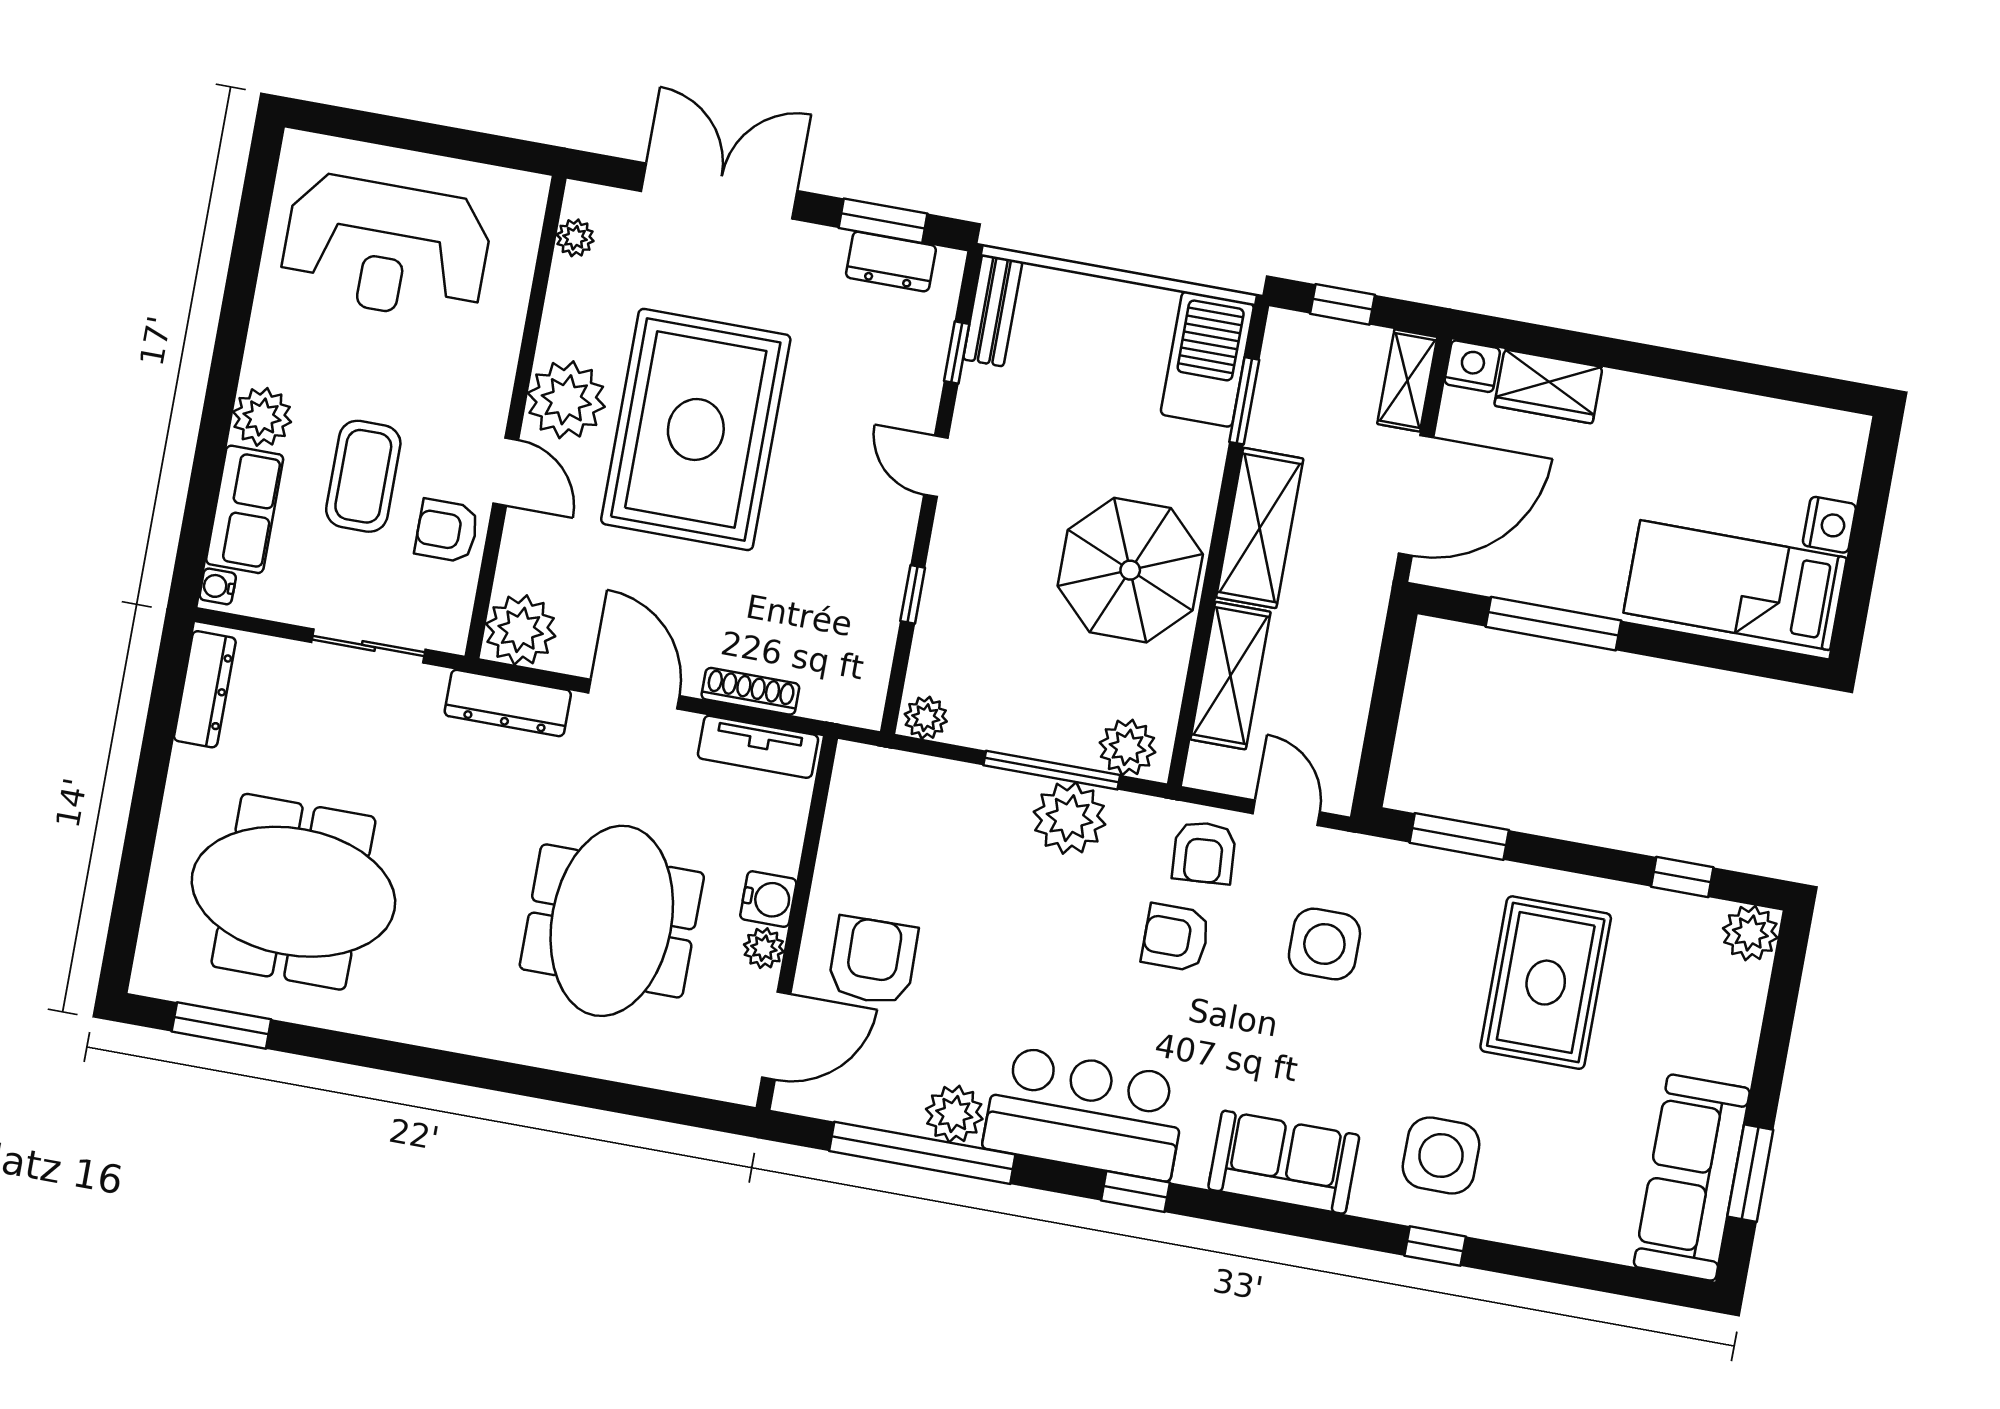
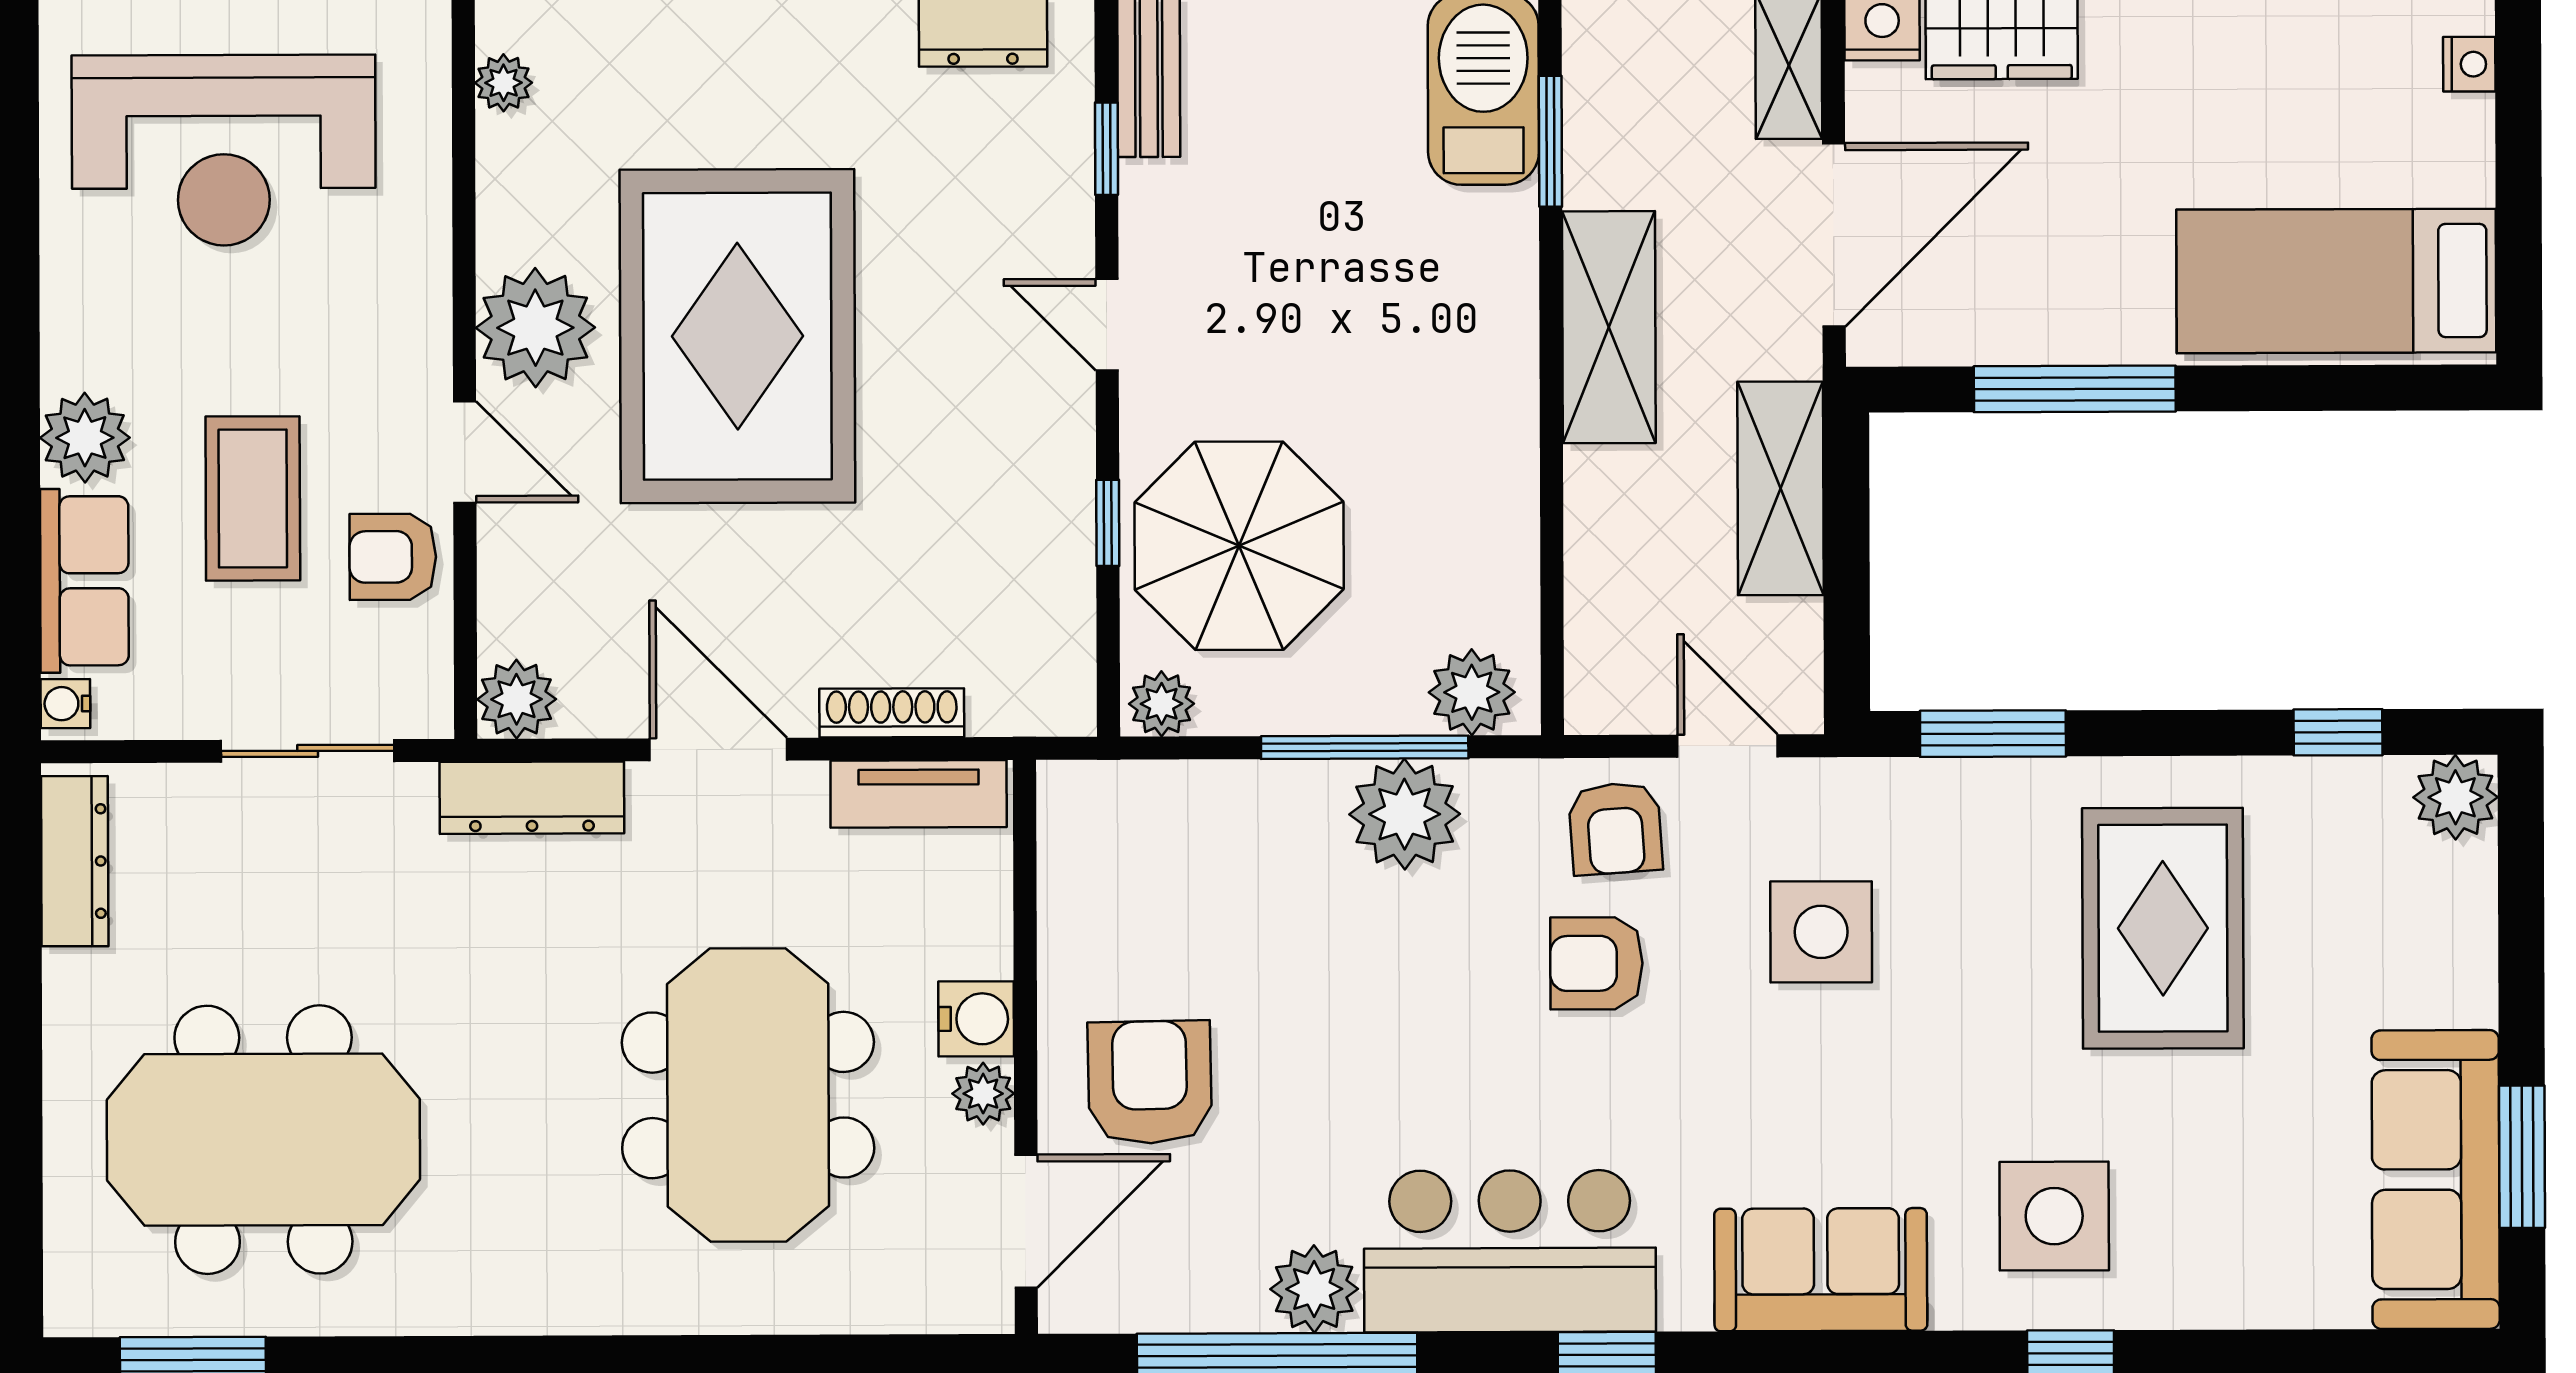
nightstand: (1829, 525) -> (2469, 64), moved, width x0.72, depth x0.74
parasol: (1130, 570) -> (1239, 546), moved
plant: (521, 630) -> (517, 699), width x0.73, depth x0.73
shelving: (1230, 676) -> (1780, 488), moved

